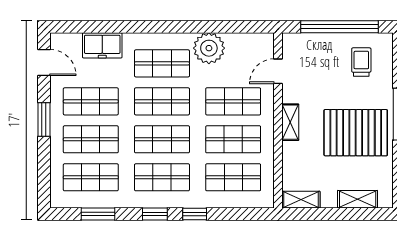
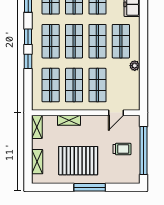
plant: (209, 48) -> (135, 66), width x0.53, depth x0.53
trolley: (361, 62) -> (122, 149), moved
door: (278, 71) -> (116, 113), swing flipped
shelving: (290, 122) -> (69, 120), moved
pallet: (356, 133) -> (78, 161), turned 90

